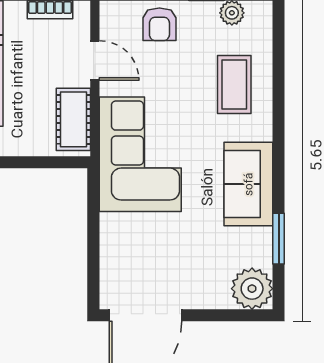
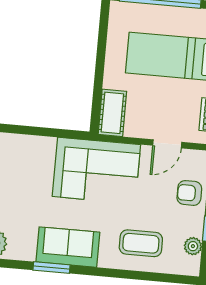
cot: (73, 119) -> (112, 113), moved, turned 90
window: (279, 239) -> (51, 268), moved

